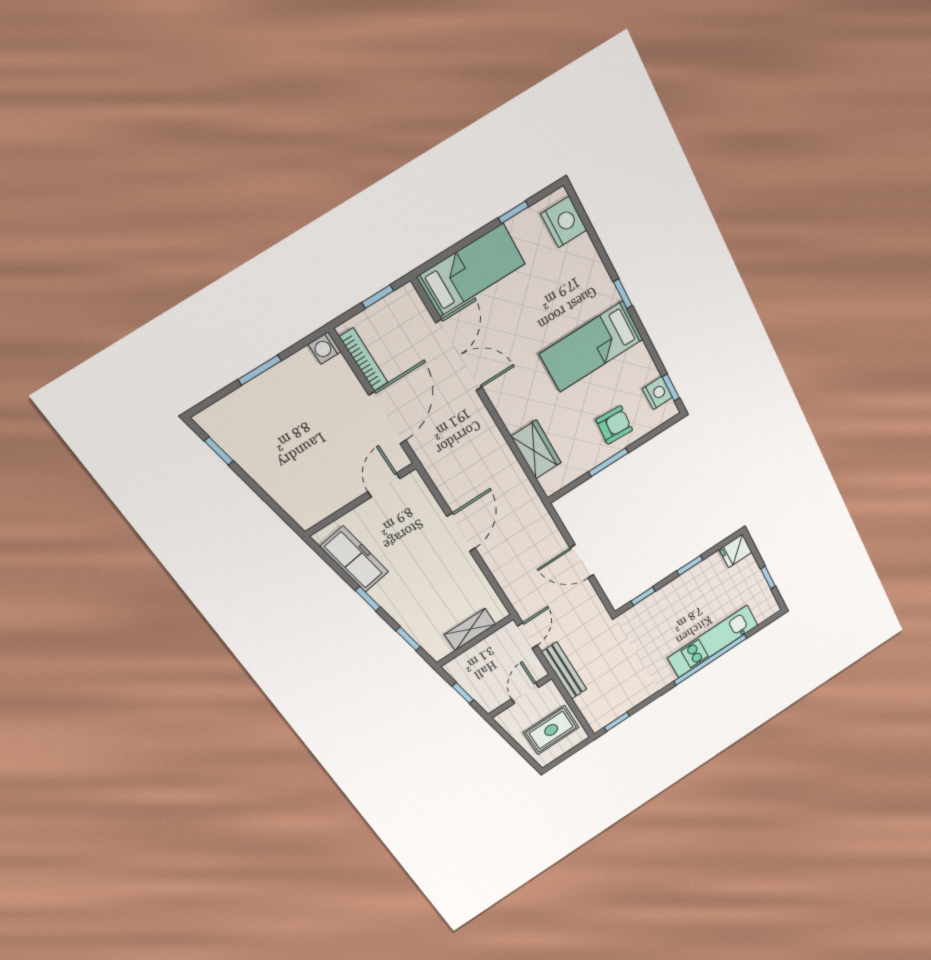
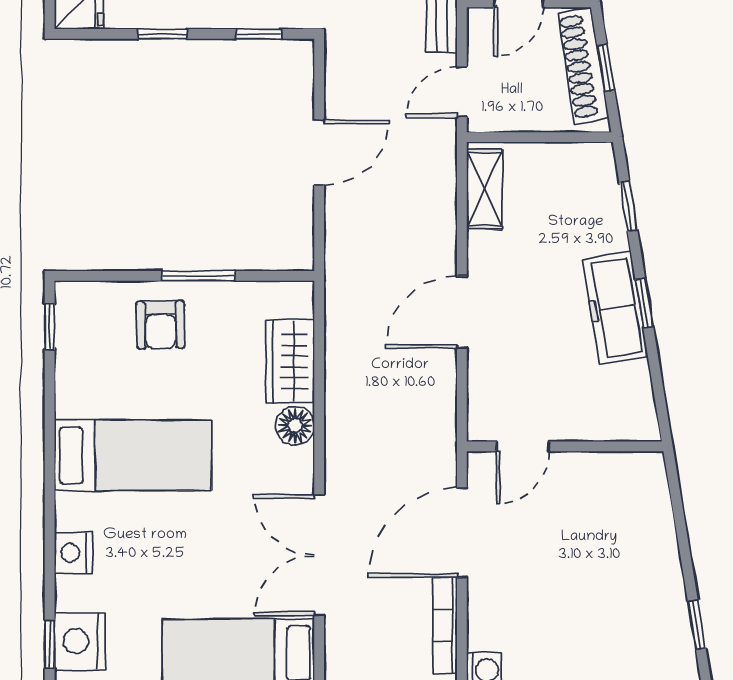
window: (623, 294) -> (50, 644), moved
nightstand: (658, 393) -> (73, 553), moved
floor lamp: (514, 418) -> (295, 426), added
armchair: (614, 425) -> (161, 325), turned -94
freezer: (354, 559) -> (615, 308), moved
door: (582, 561) -> (319, 153), hinge flipped
shelving: (470, 629) -> (485, 189), moved, turned 90
shoe rack: (475, 687) -> (583, 66), added

